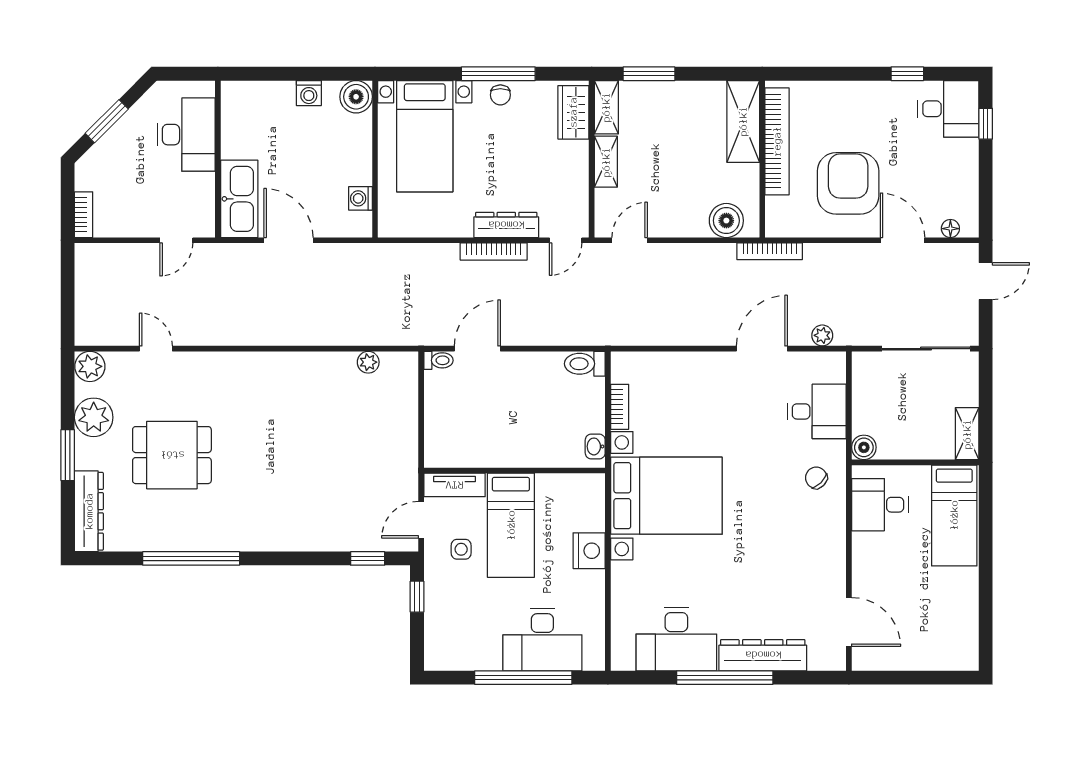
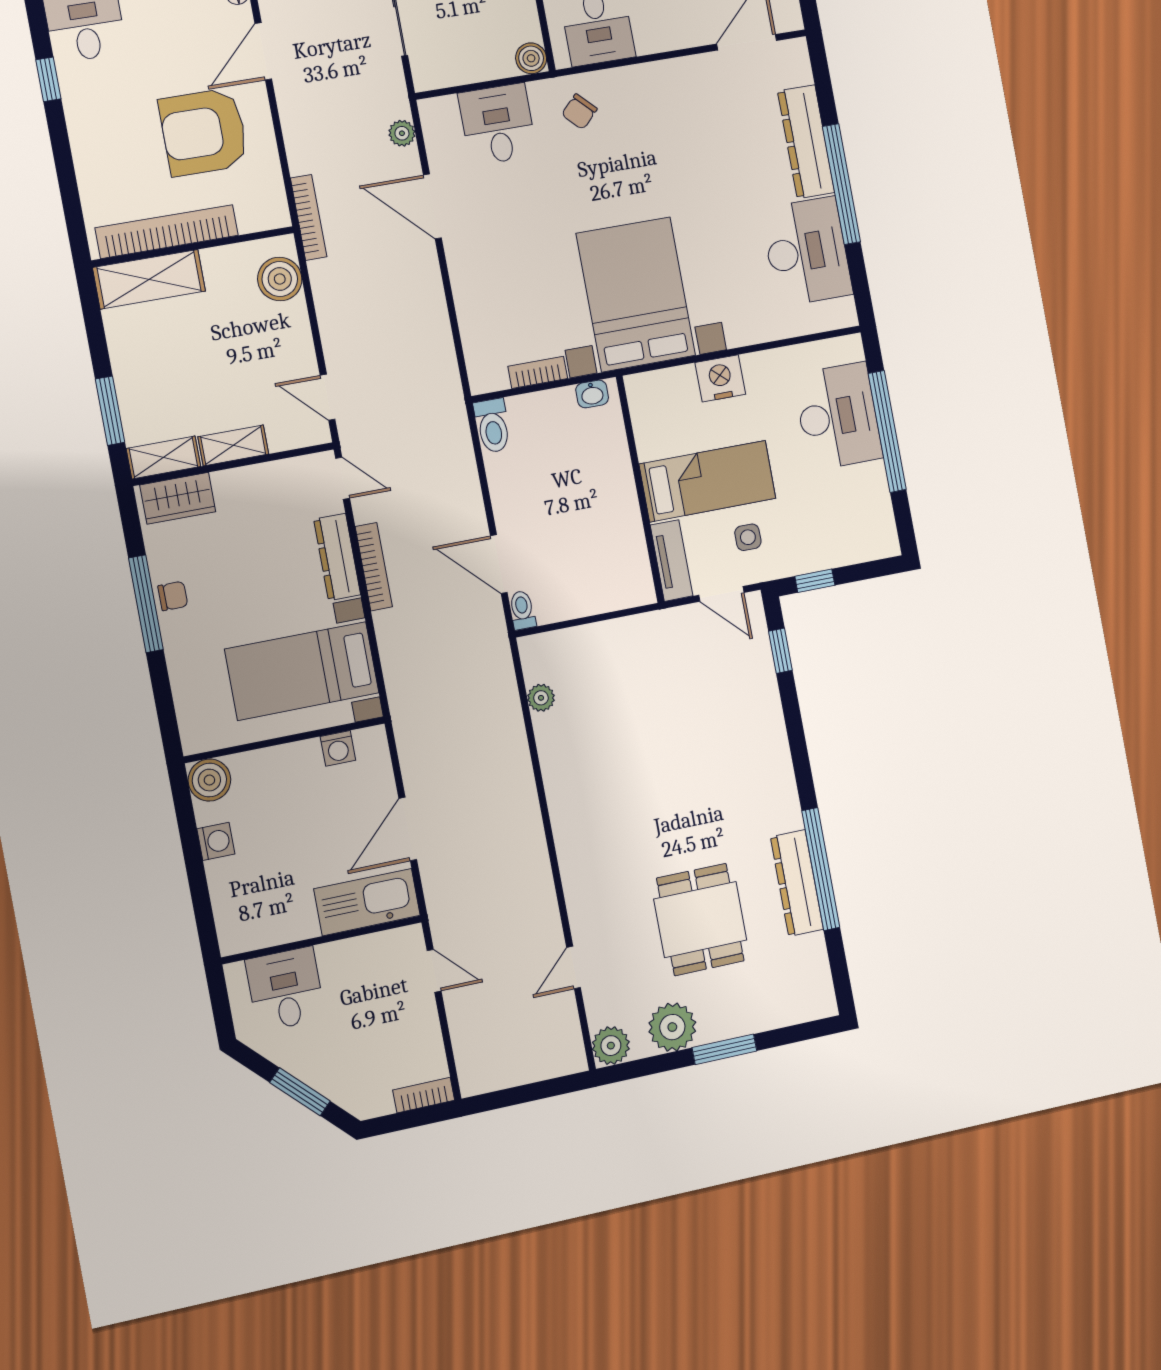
desk: (186, 135) -> (285, 989), width x0.73
bed with nightstands: (425, 136) -> (302, 671), moved, turned 180
dresser: (89, 511) -> (797, 883), moved, turned -90

